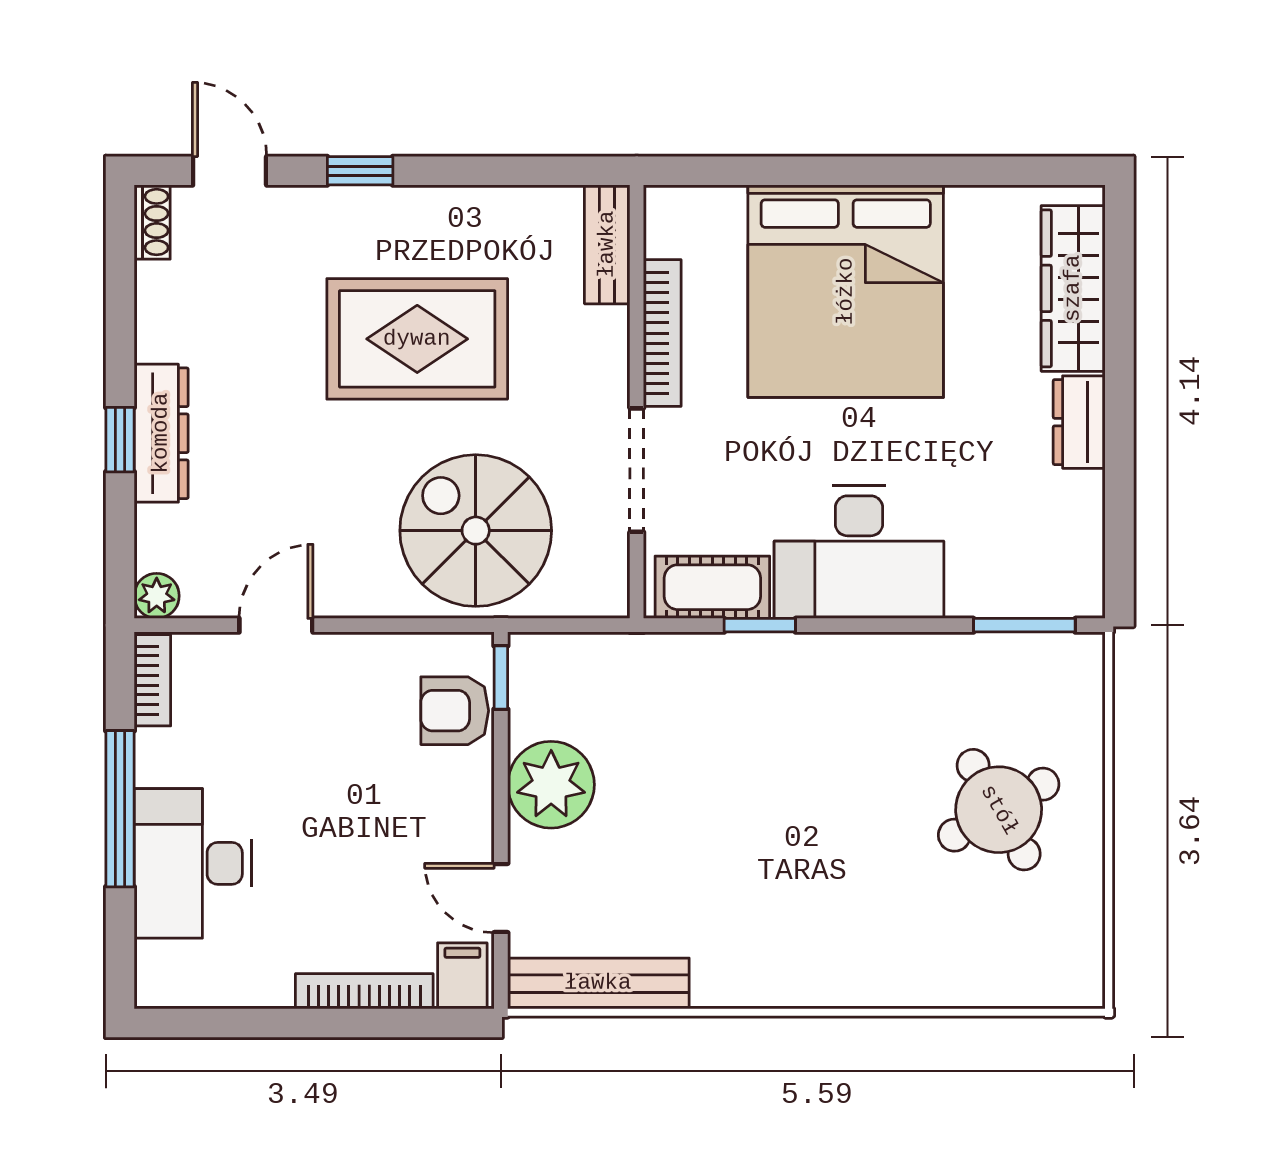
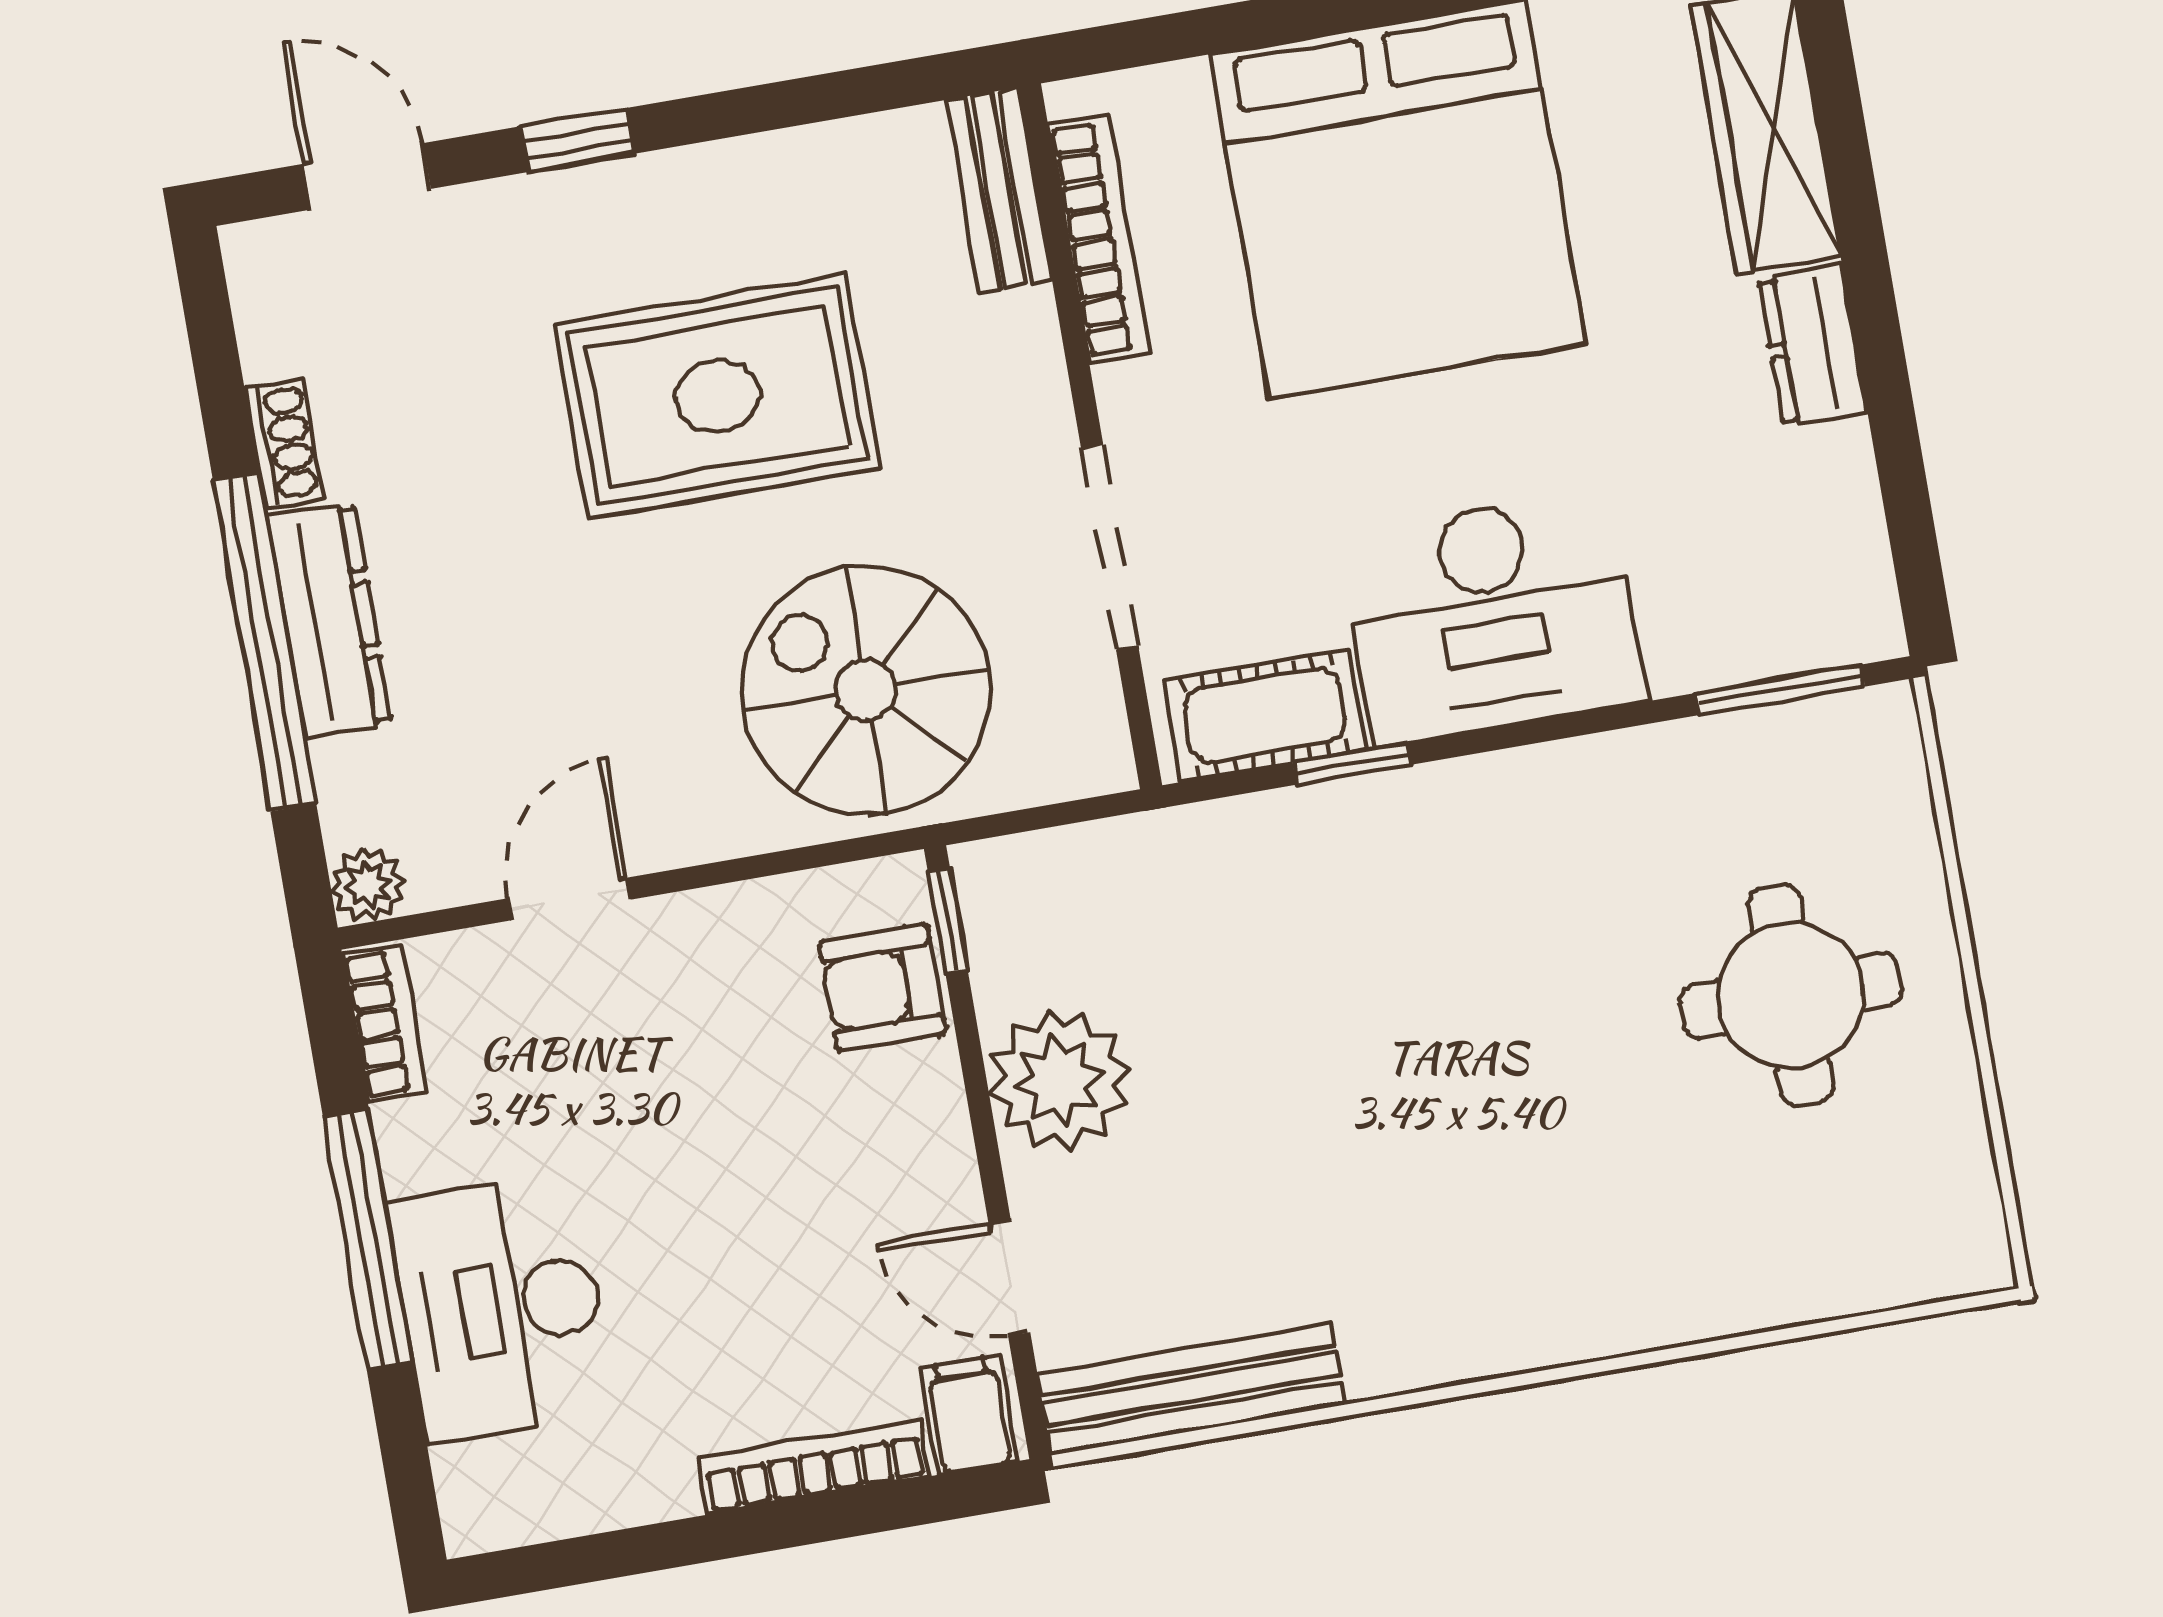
shoe rack: (152, 222) -> (284, 444), moved
bookcase: (662, 333) -> (1099, 239), moved
window: (120, 440) -> (265, 642), width x3.17
round table: (999, 810) -> (1791, 996), turned 30

